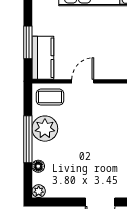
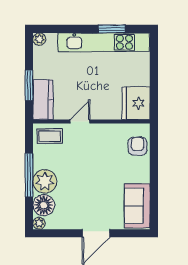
plant: (45, 129) -> (45, 181), moved
floor lamp: (38, 166) -> (44, 205), width x1.89, depth x1.89

